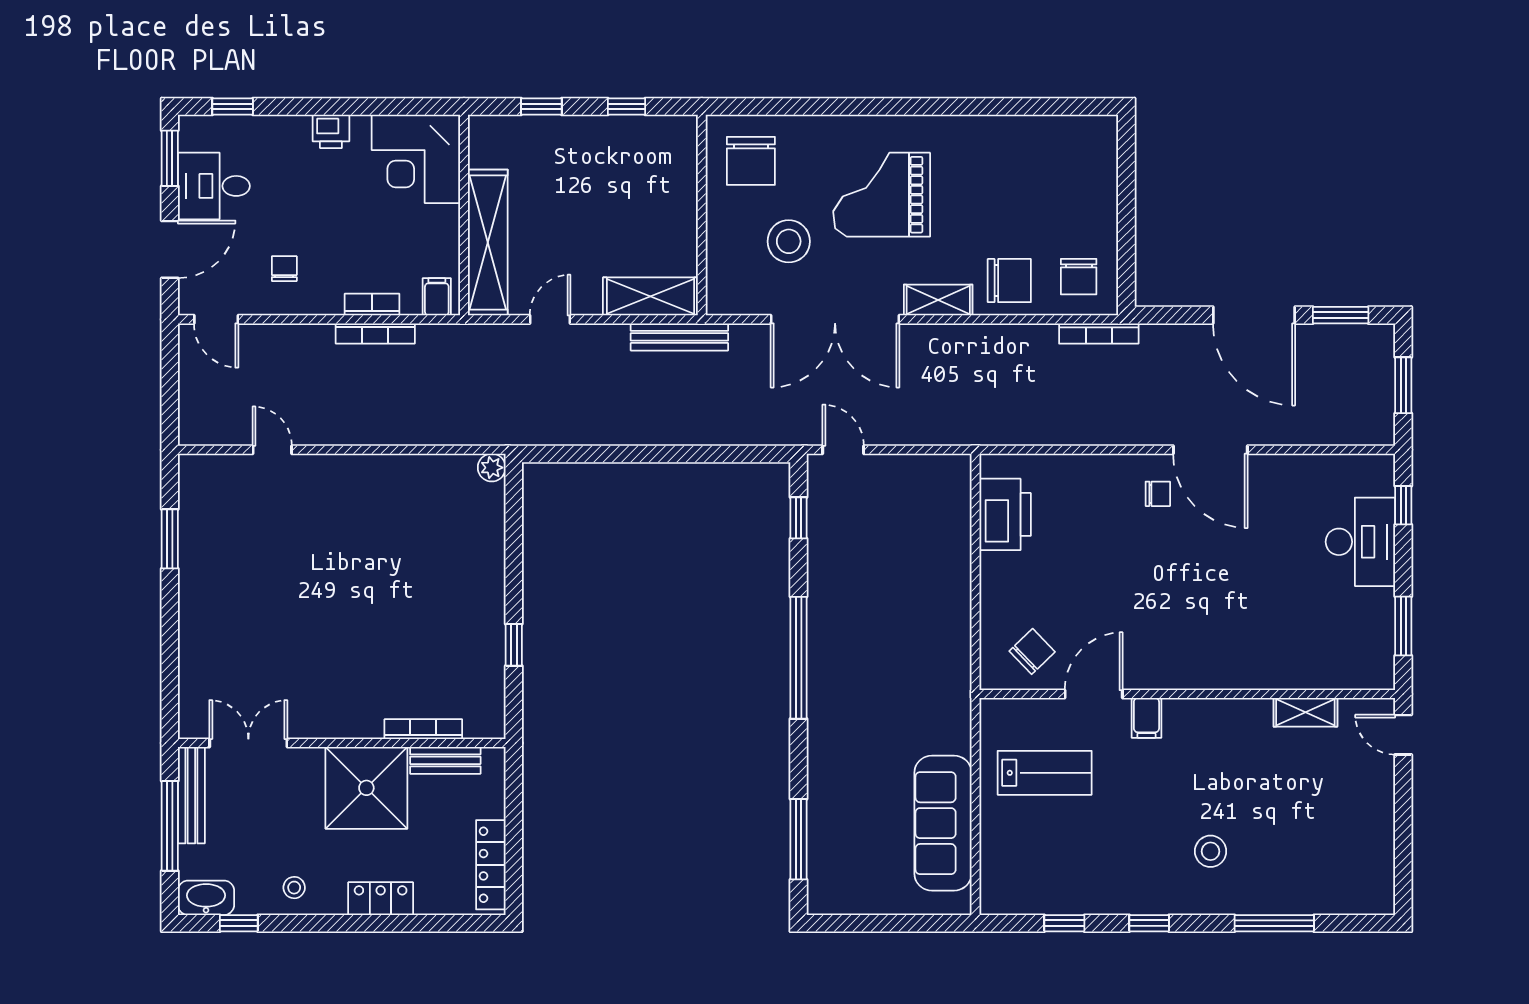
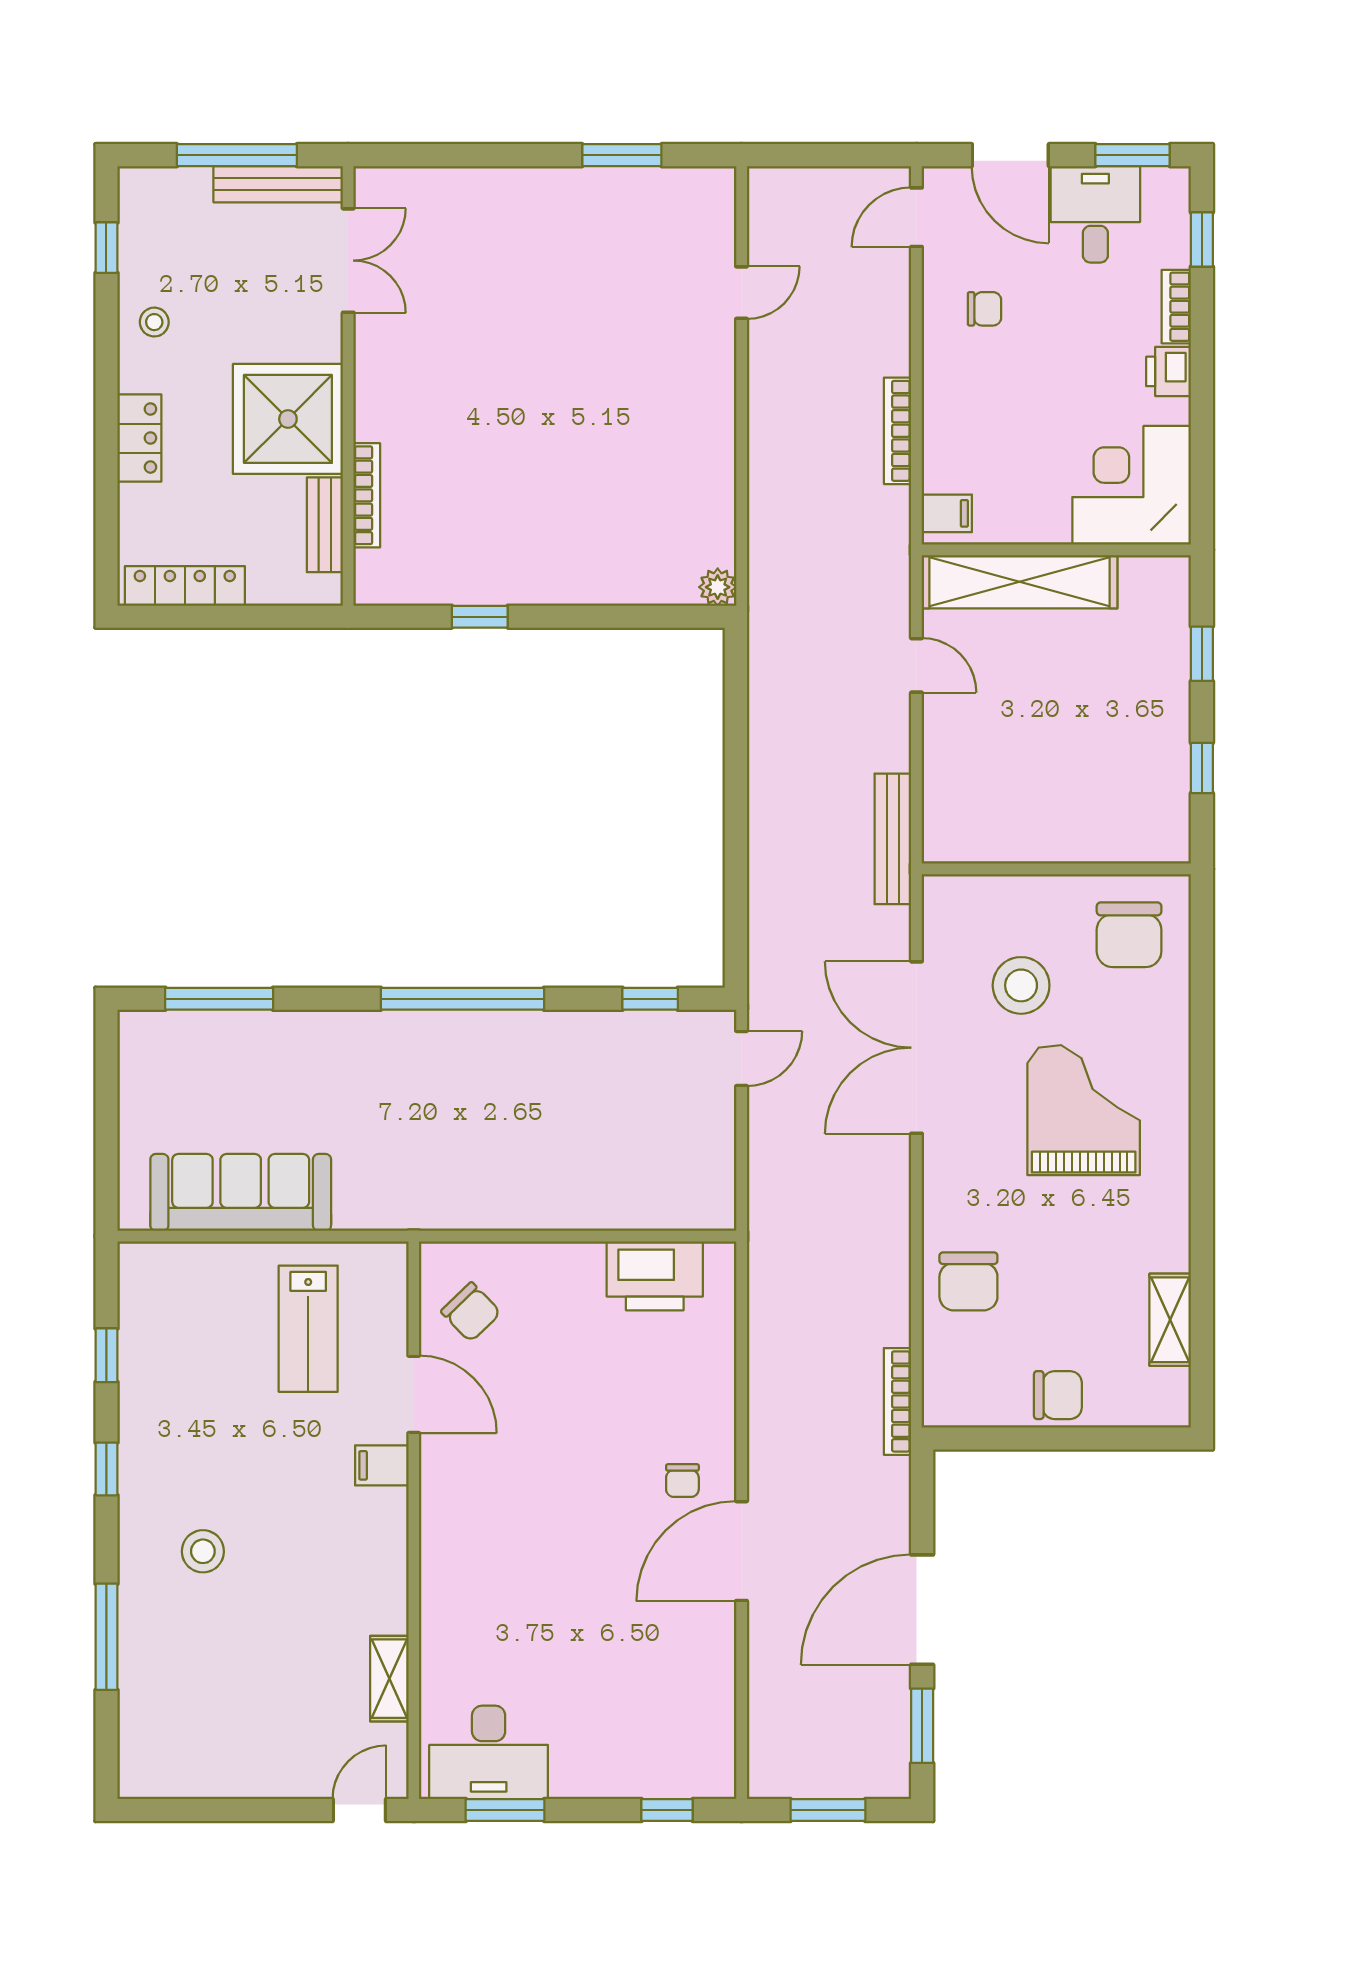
chair: (751, 161) -> (1129, 935), turned -90
chair: (1079, 277) -> (1058, 1395), moved, turned 180
shelving: (650, 296) -> (947, 800), removed
shelving: (938, 300) -> (1170, 1320), moved
bookcase: (372, 305) -> (1176, 307), moved, turned 180
desk: (1360, 542) -> (489, 1752), moved
washbasin: (206, 898) -> (140, 204), removed

